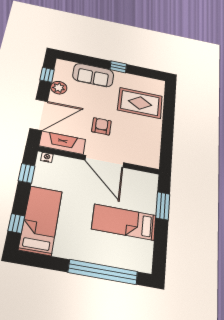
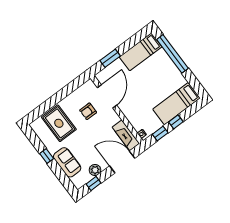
armchair: (101, 126) -> (88, 111), moved
door: (104, 161) -> (107, 96), moved
bed: (124, 222) -> (141, 52), moved, turned 90
window: (16, 223) -> (176, 122), moved

